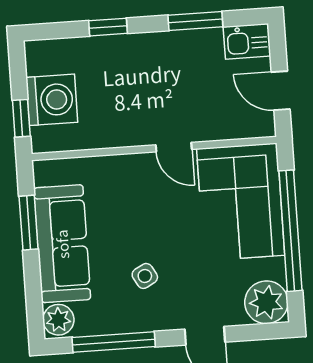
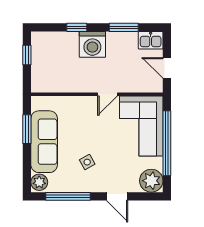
washing machine: (52, 100) -> (92, 44), moved, turned 90
window: (21, 118) -> (27, 55), moved
door: (174, 147) -> (107, 94), hinge flipped

